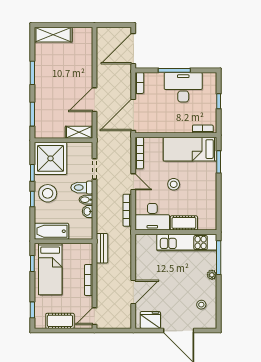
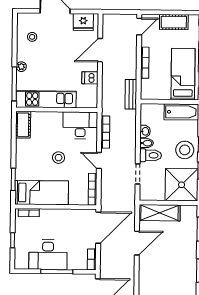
shelving: (79, 132) -> (160, 213), width x1.50, depth x1.33
cot: (184, 223) -> (23, 125), moved, turned 90
dishwasher: (143, 264) -> (90, 78), added

